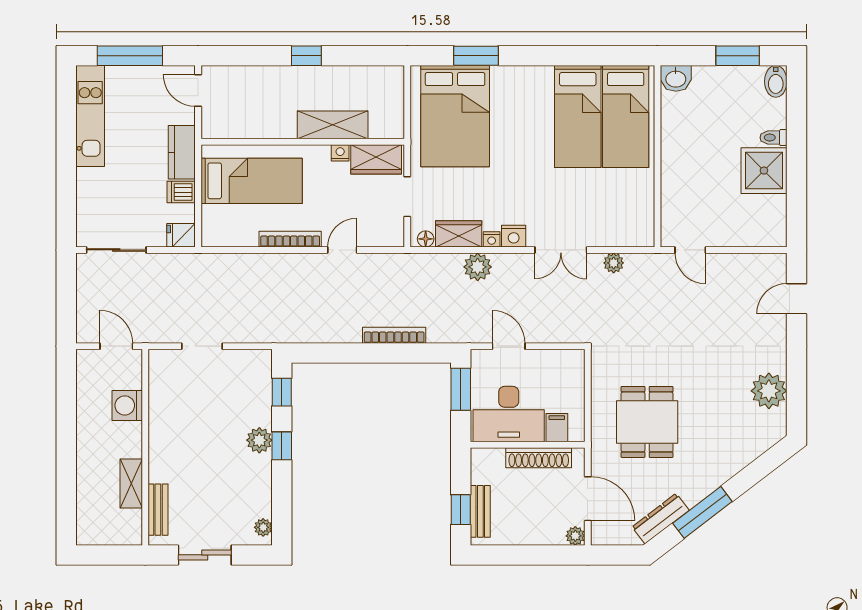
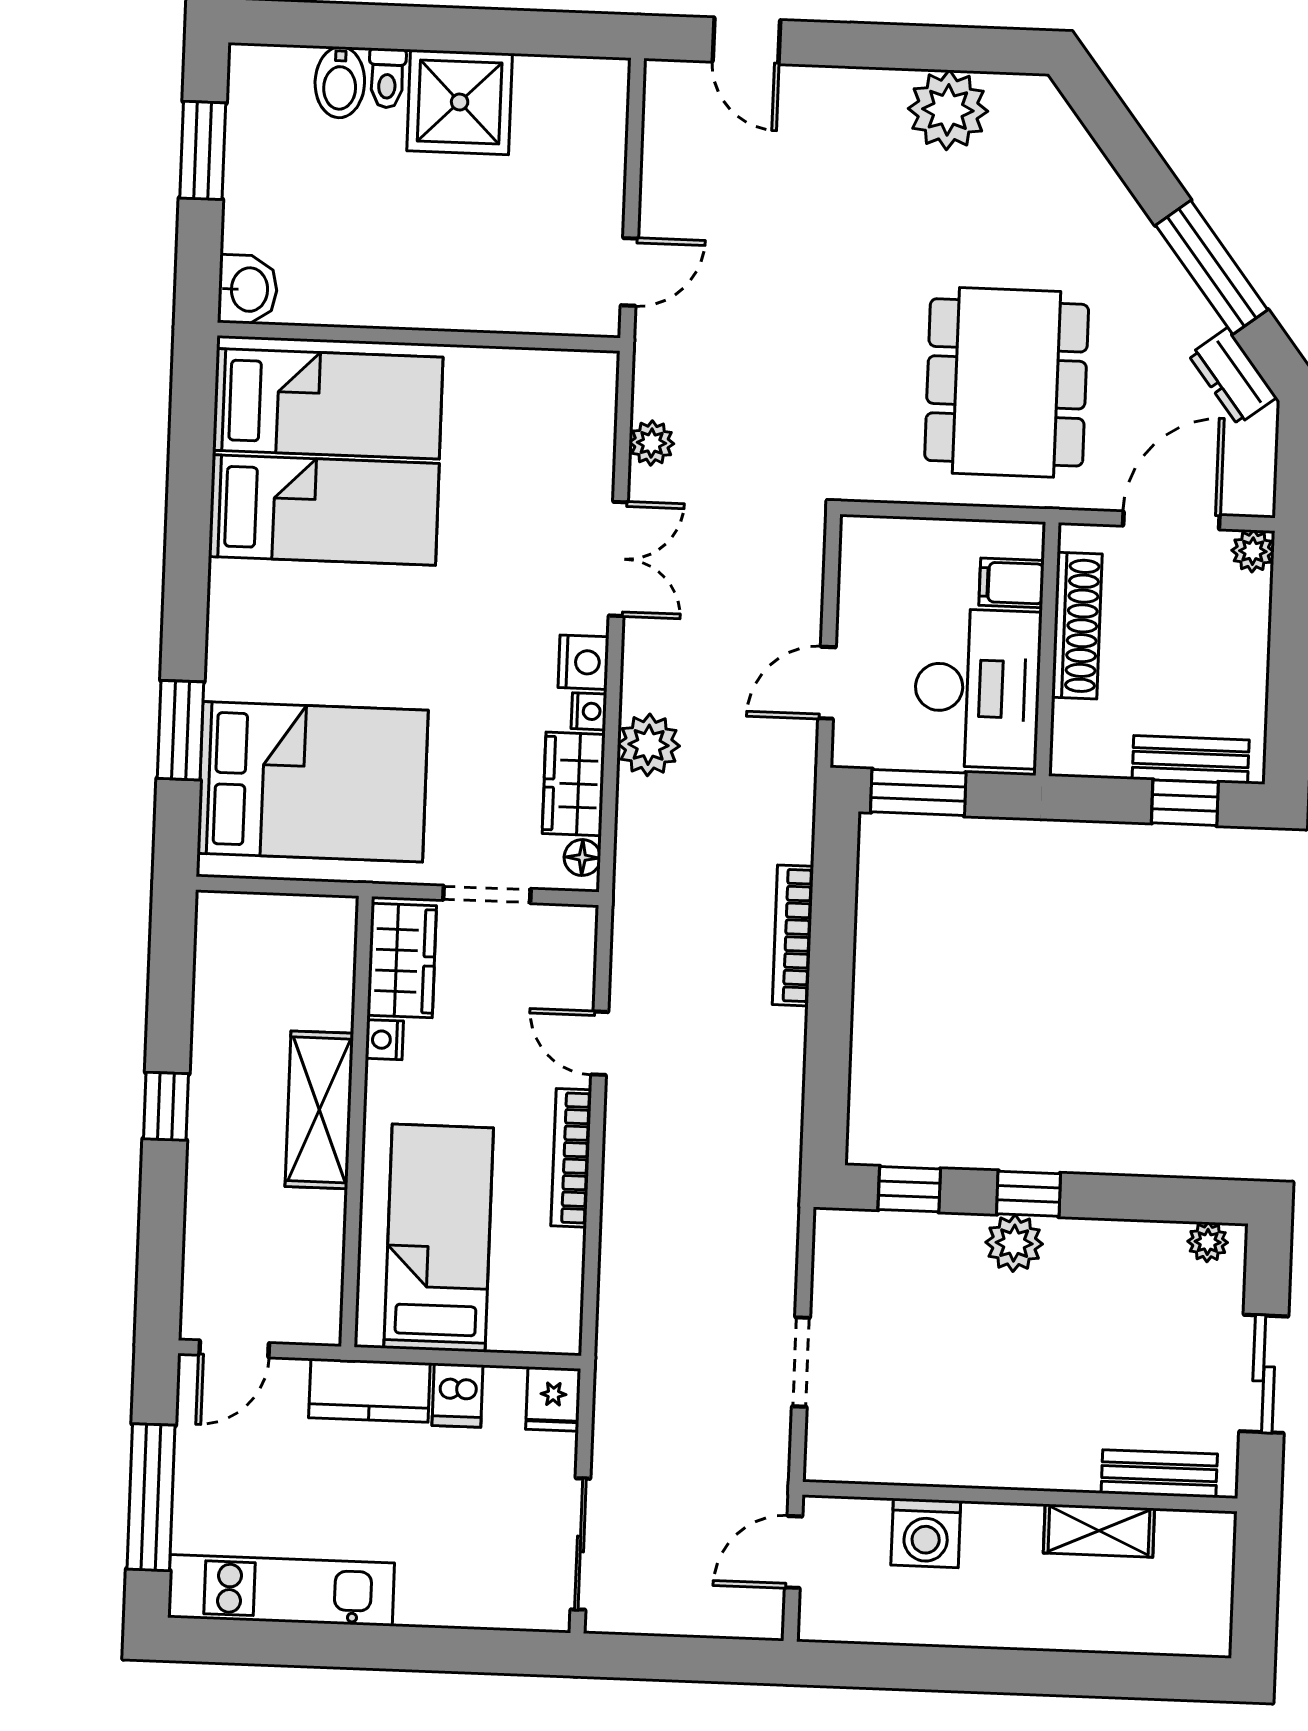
bidet: (776, 81) -> (340, 82), moved, turned 90
shelving: (333, 125) -> (319, 1110), moved
dining table: (647, 422) -> (1007, 382), width x1.38
dresser: (661, 519) -> (1233, 376), width x0.70

